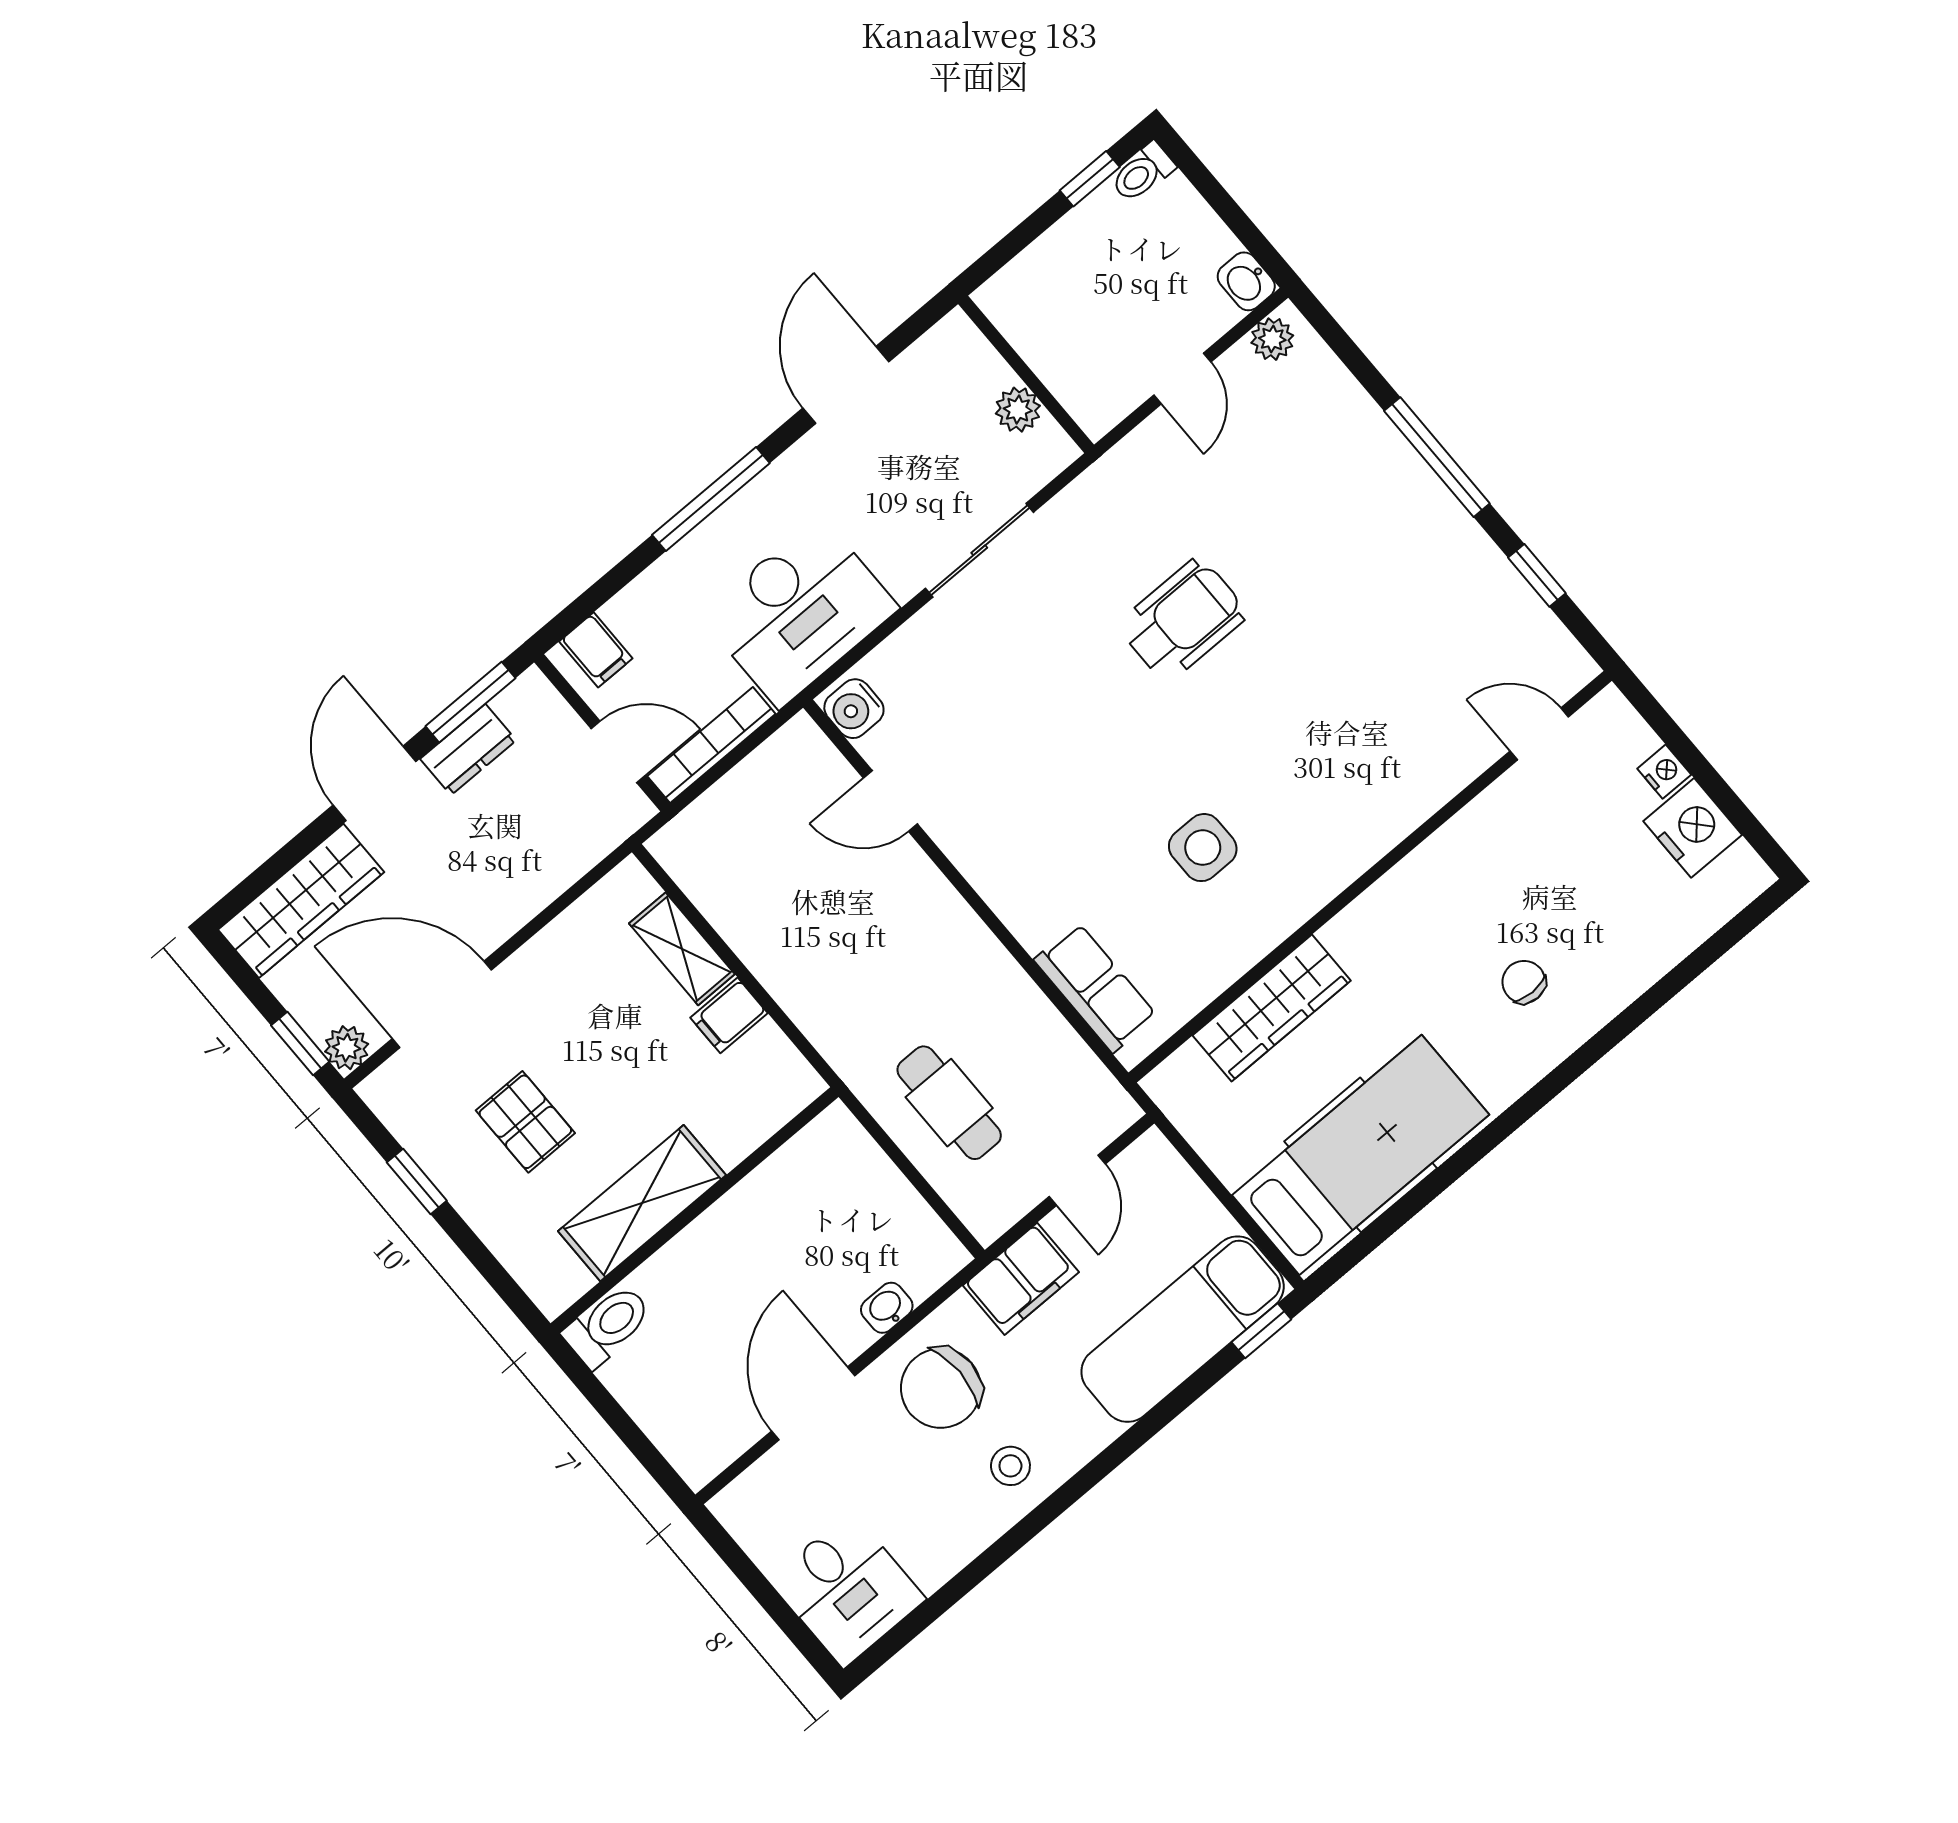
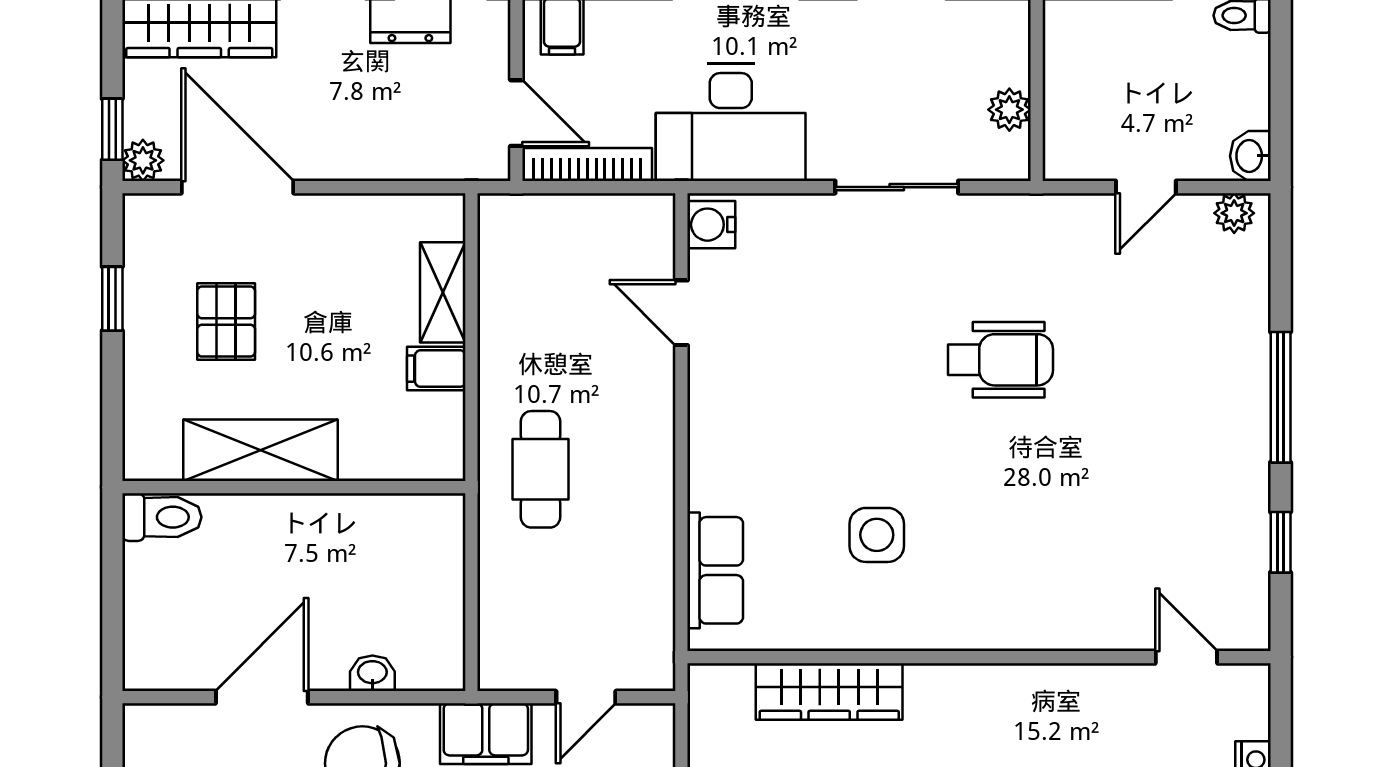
cafe table: (949, 1103) -> (541, 469), moved

